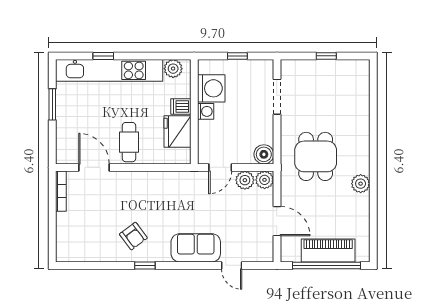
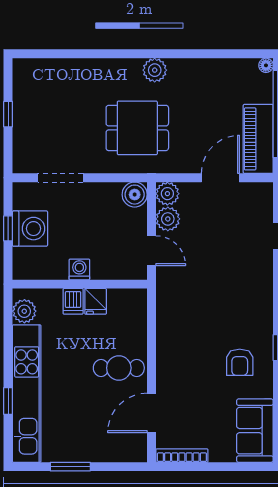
washing machine: (211, 88) -> (30, 229), moved, turned 90
fridge: (177, 131) -> (96, 301), width x0.53, depth x0.75
plant: (361, 184) -> (155, 70), moved
armchair: (133, 236) -> (240, 362), turned 127
sofa: (196, 248) -> (255, 431), moved
piano: (328, 250) -> (258, 139), moved
floor lamp: (364, 256) -> (266, 65), added

